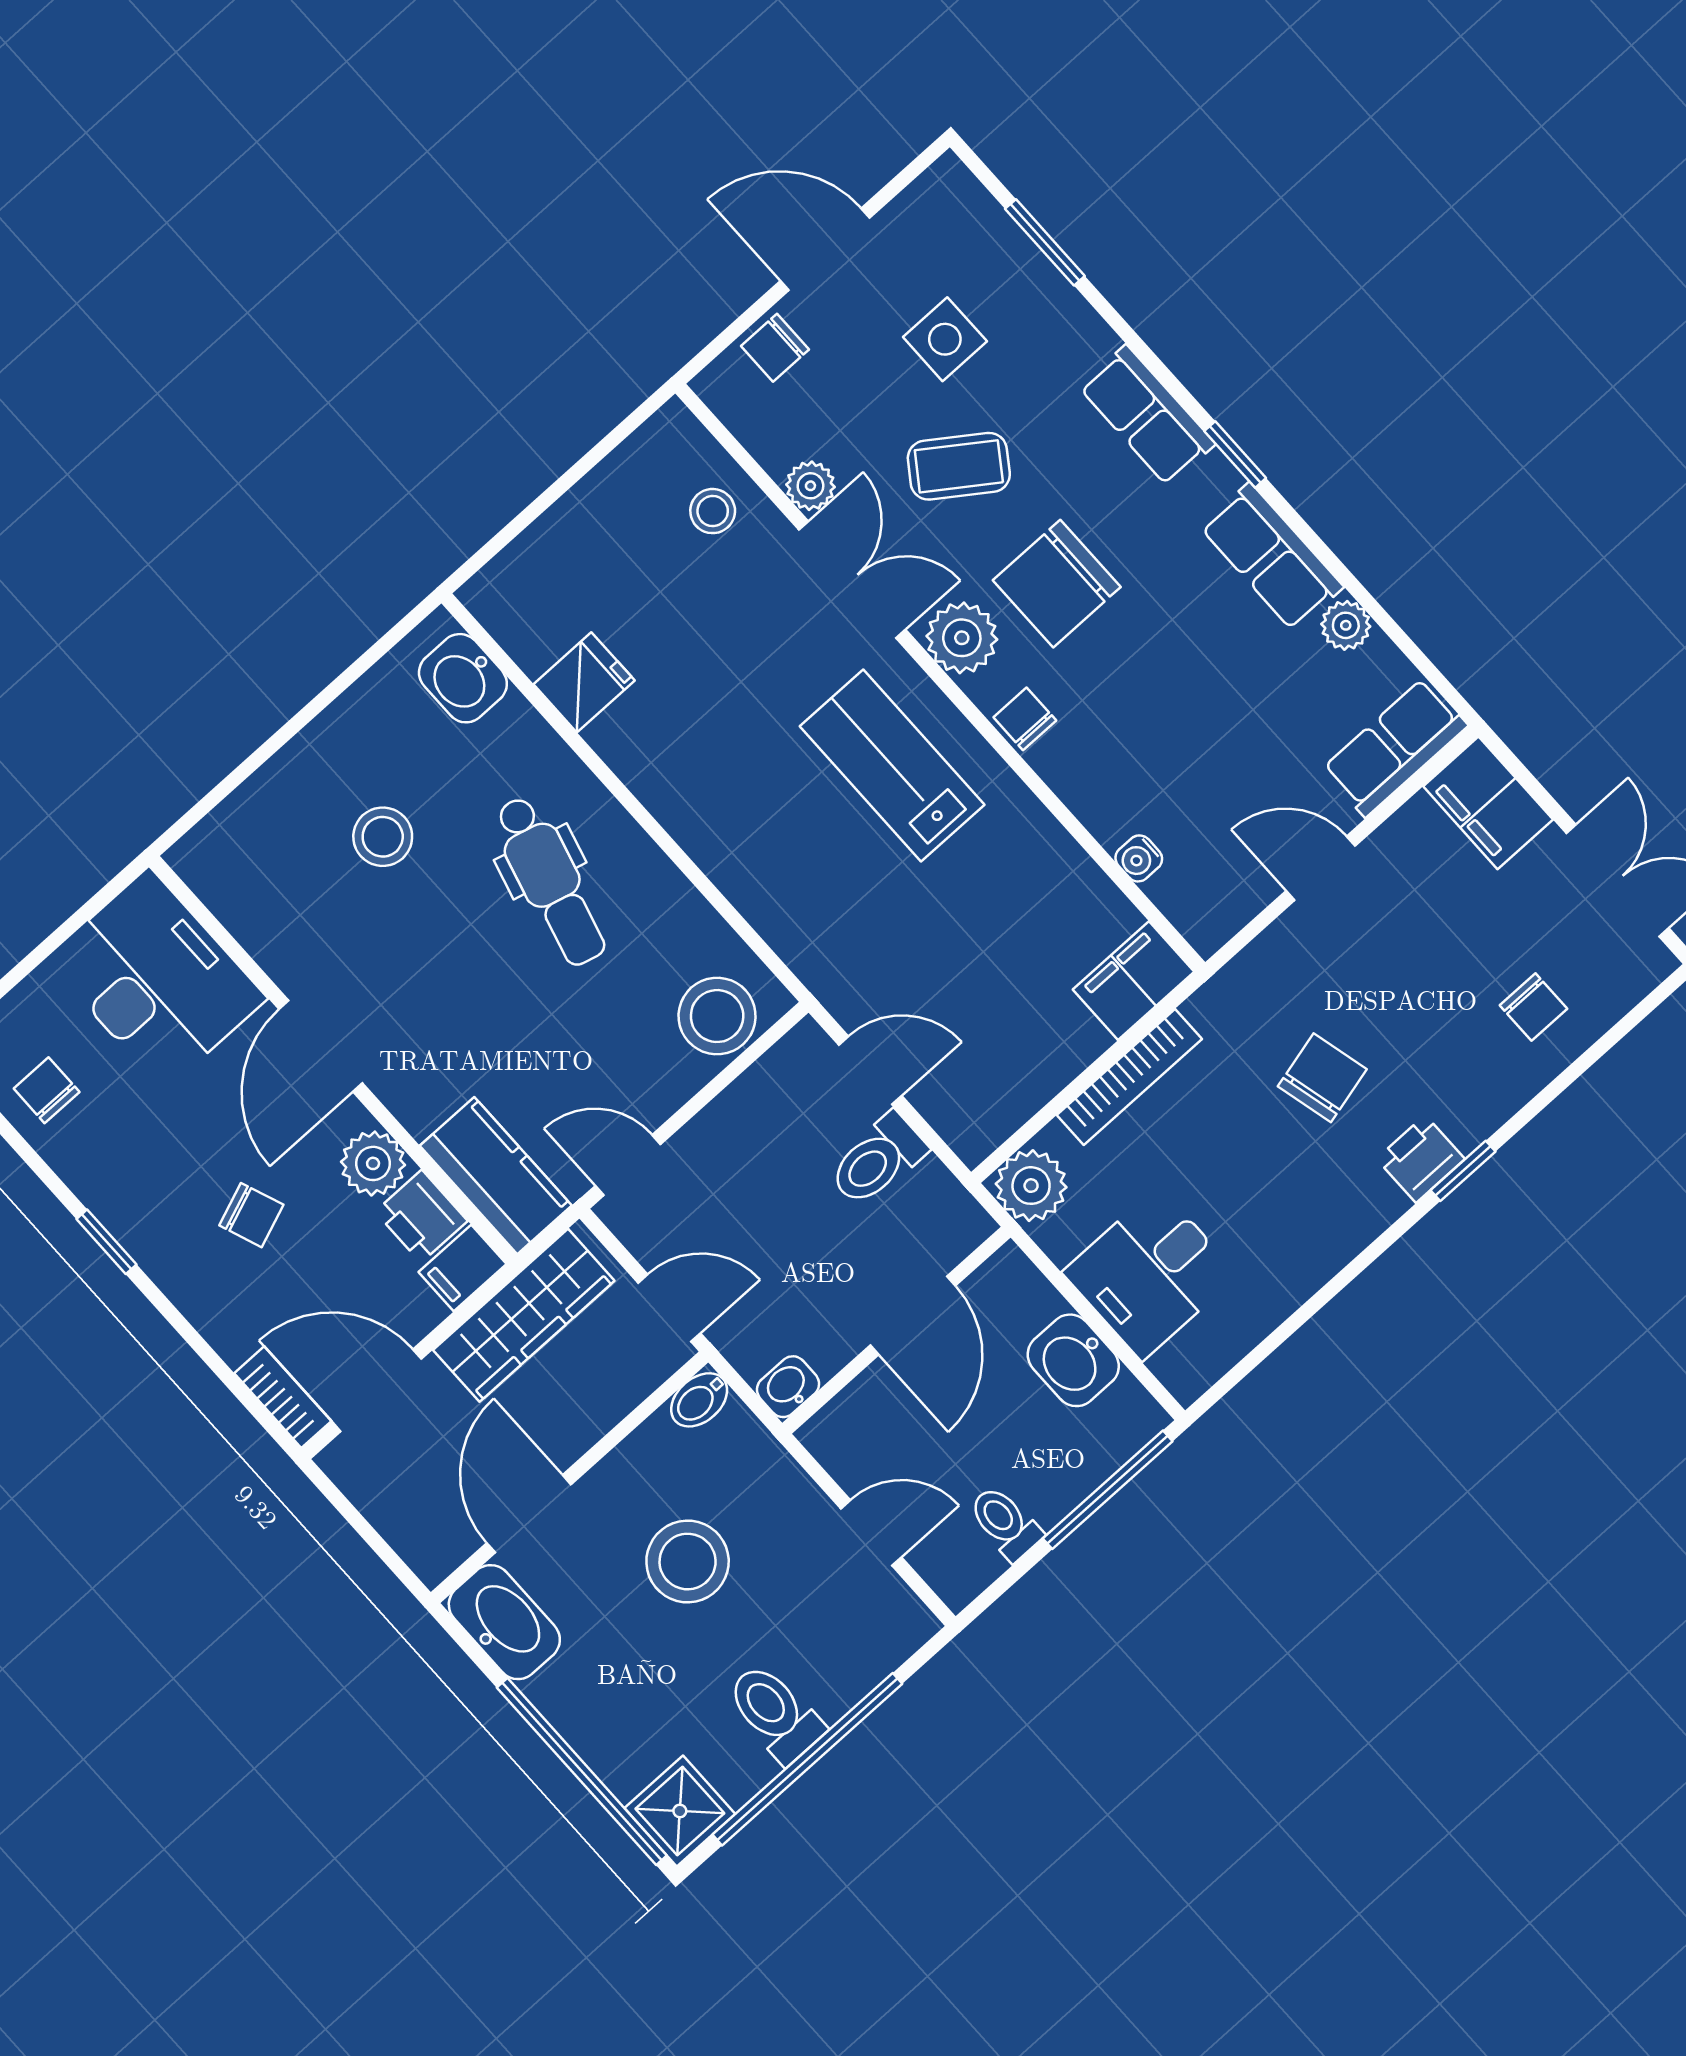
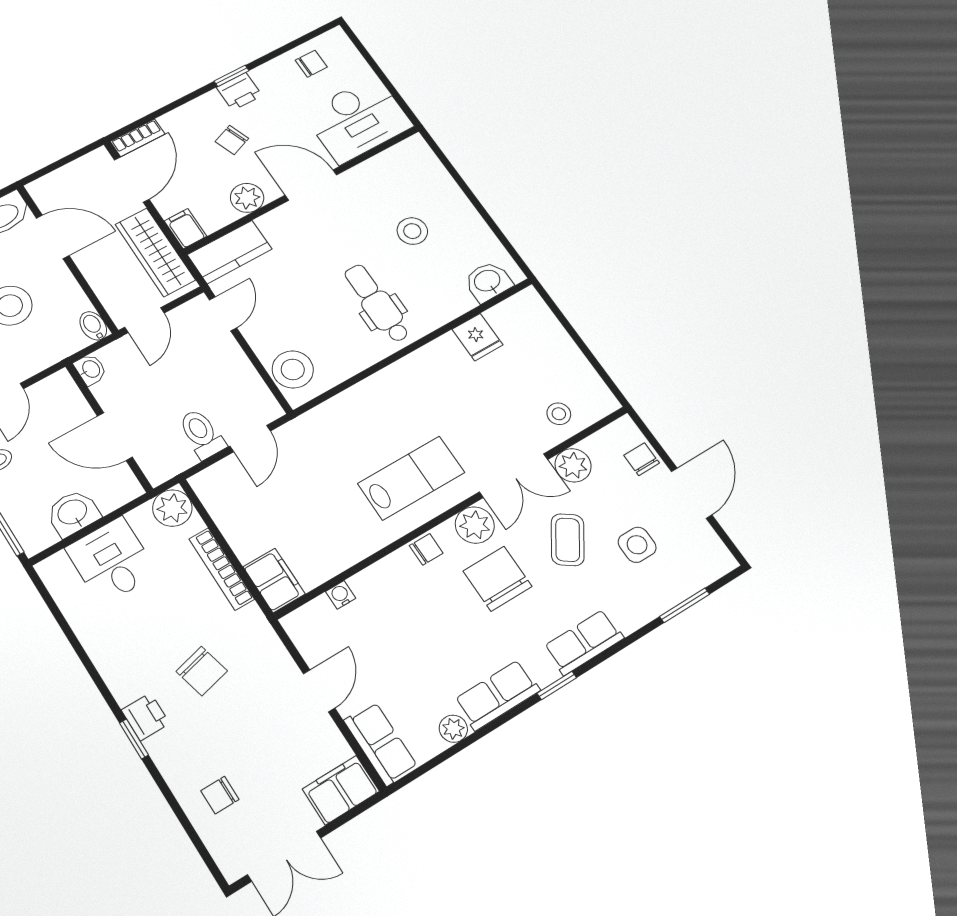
plant: (810, 486) -> (573, 465), width x1.38, depth x1.38
dental chair: (550, 881) -> (377, 303), turned 75
printer: (421, 1216) -> (239, 91), moved, turned 180

